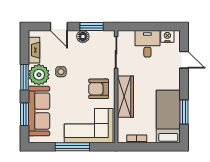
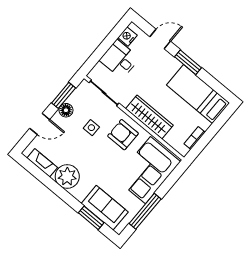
side table: (61, 72) -> (91, 128), moved
window: (25, 77) -> (59, 191), removed
armchair: (99, 89) -> (123, 135), turned 90
sofa: (39, 111) -> (105, 208), width x0.73
window: (184, 112) -> (188, 62), moved
window: (72, 147) -> (145, 211), moved

